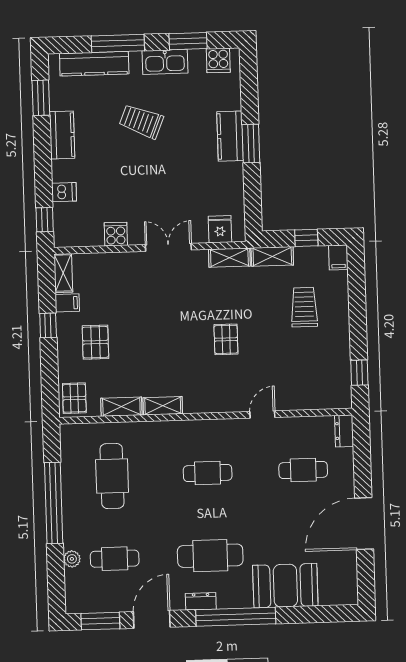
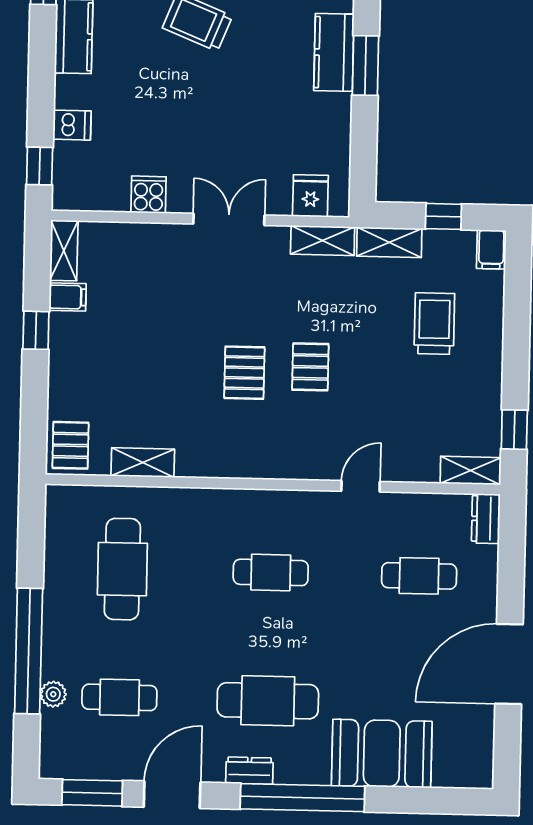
pallet: (95, 342) -> (244, 373), moved
shelving: (163, 406) -> (471, 471), moved
window: (54, 503) -> (29, 651), moved

